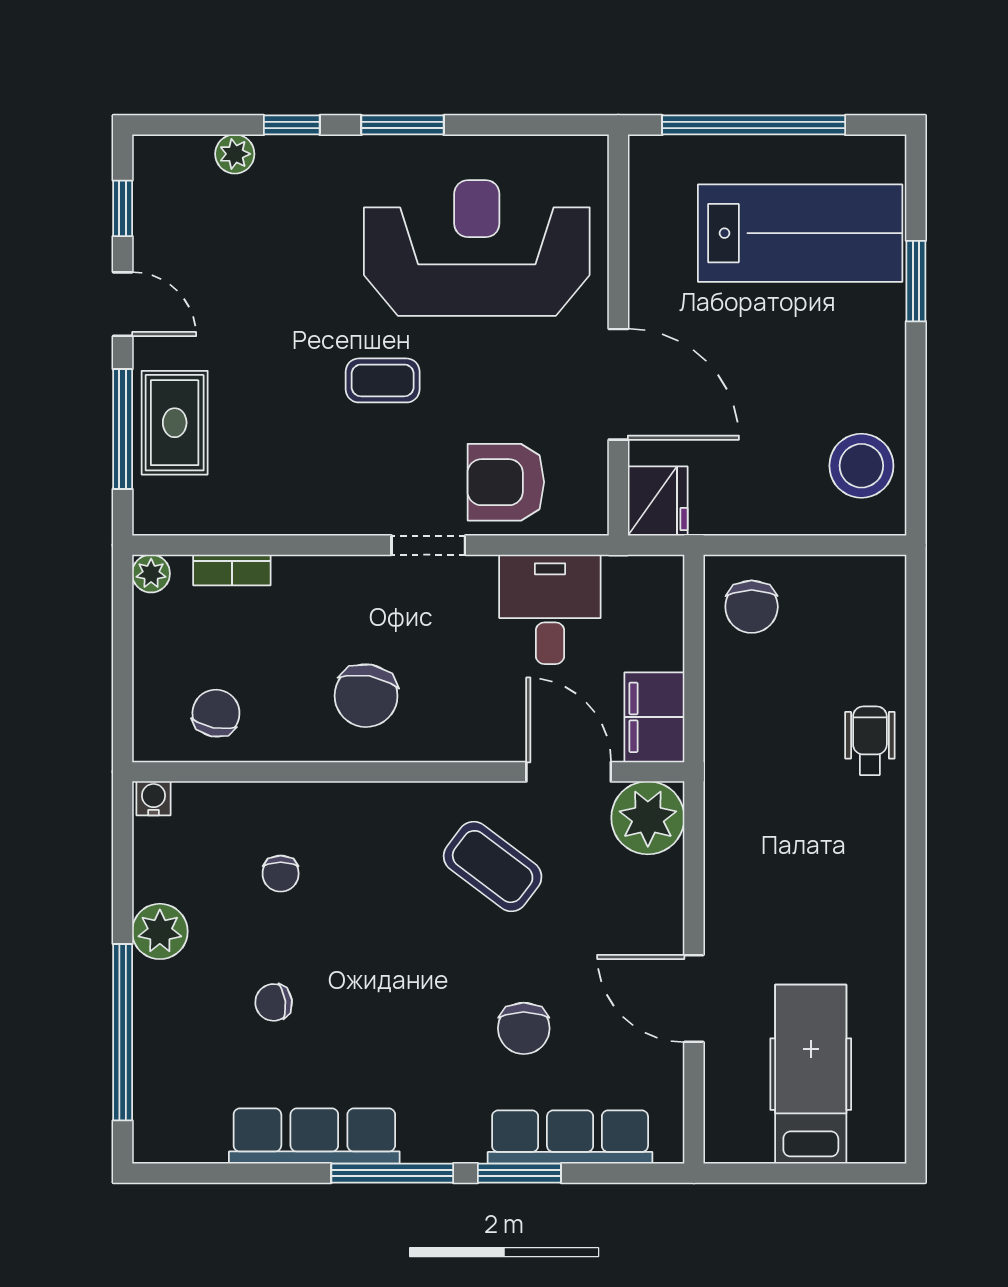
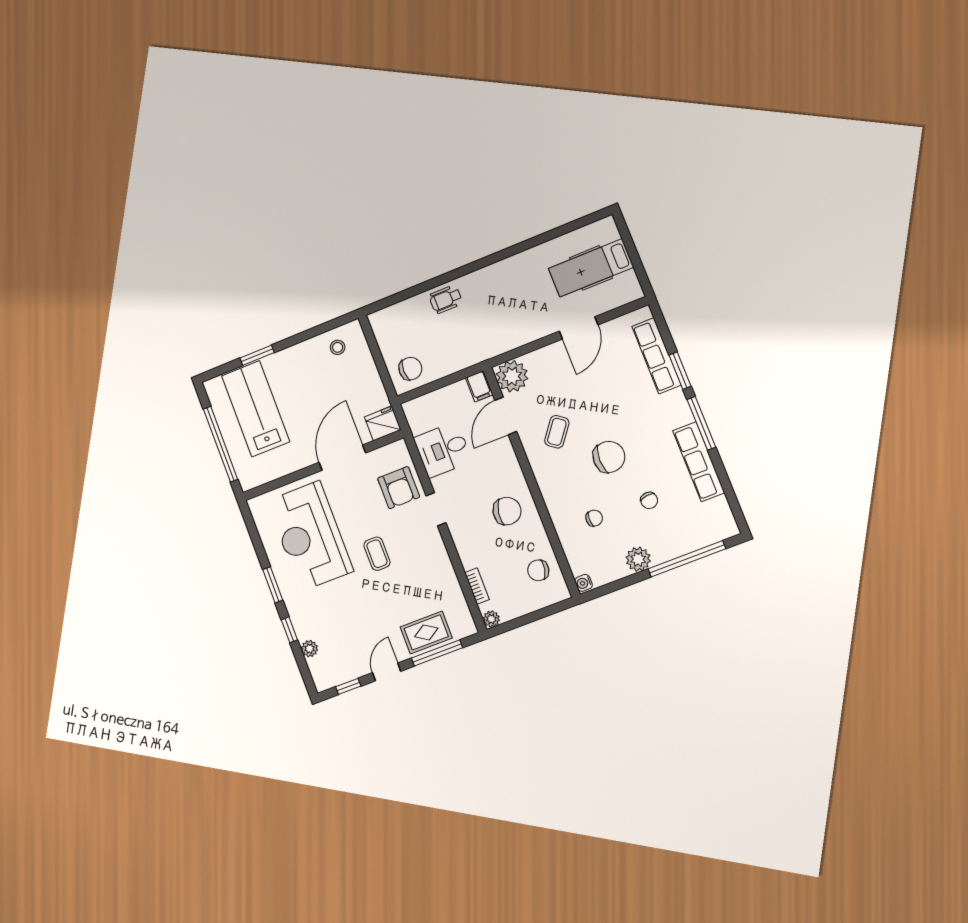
stool: (861, 466) -> (338, 347), width x0.53, depth x0.53
filing cabinet: (654, 717) -> (479, 386), width x0.50
coffee table: (493, 867) -> (557, 432), width x0.73, depth x0.77
chair: (524, 1028) -> (609, 457), moved, width x1.37, depth x1.37

